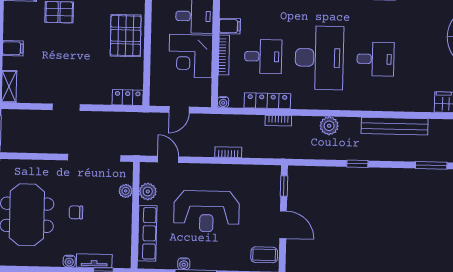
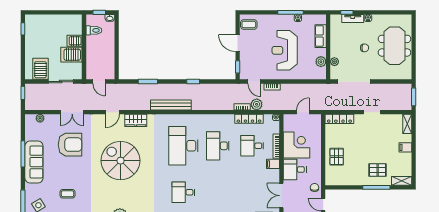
pallet: (126, 36) -> (337, 157), width x0.67, depth x0.71
desk: (319, 58) -> (218, 146), width x0.73, depth x0.77
desk: (376, 59) -> (183, 146), width x1.87, depth x1.30
locker: (128, 98) -> (339, 119), width x1.53
plant: (329, 126) -> (257, 104), moved
door: (168, 159) -> (254, 82), moved
reception desk: (207, 211) -> (285, 50), turned -90
row of seats: (147, 233) -> (321, 36), width x0.68

